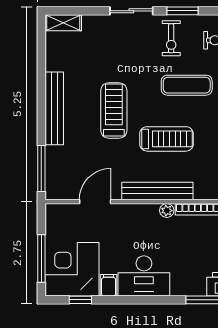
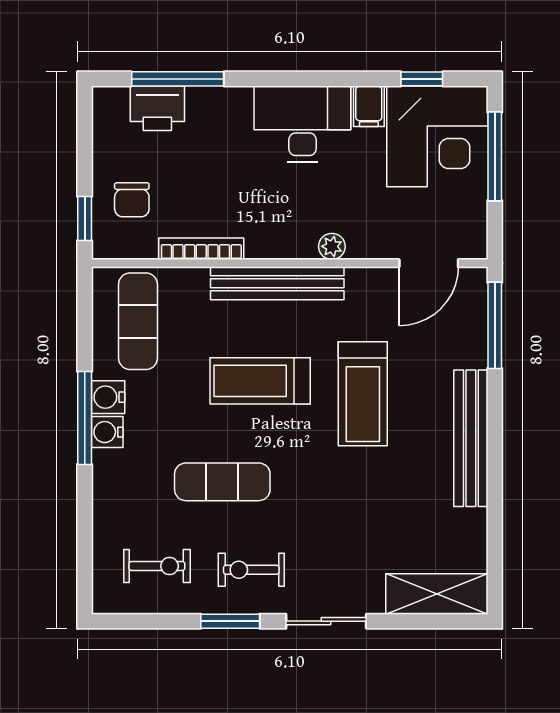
shelving: (63, 23) -> (437, 594), width x1.50, depth x1.33
exercise bike: (171, 38) -> (251, 570), turned -90
treadmill: (114, 110) -> (363, 394), moved
door: (95, 202) -> (429, 263), moved
plant: (167, 211) -> (332, 246), moved

